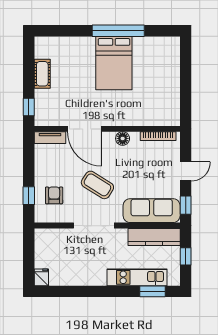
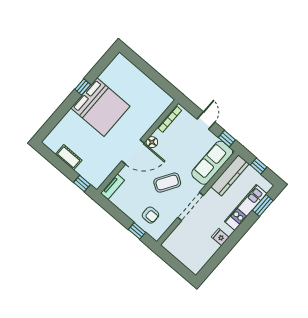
window: (118, 31) -> (83, 87), width x0.32
bed: (114, 63) -> (100, 107), width x1.36
door: (85, 129) -> (133, 152), moved
armchair: (54, 195) -> (150, 215), turned 180
fridge: (41, 277) -> (220, 237), moved

